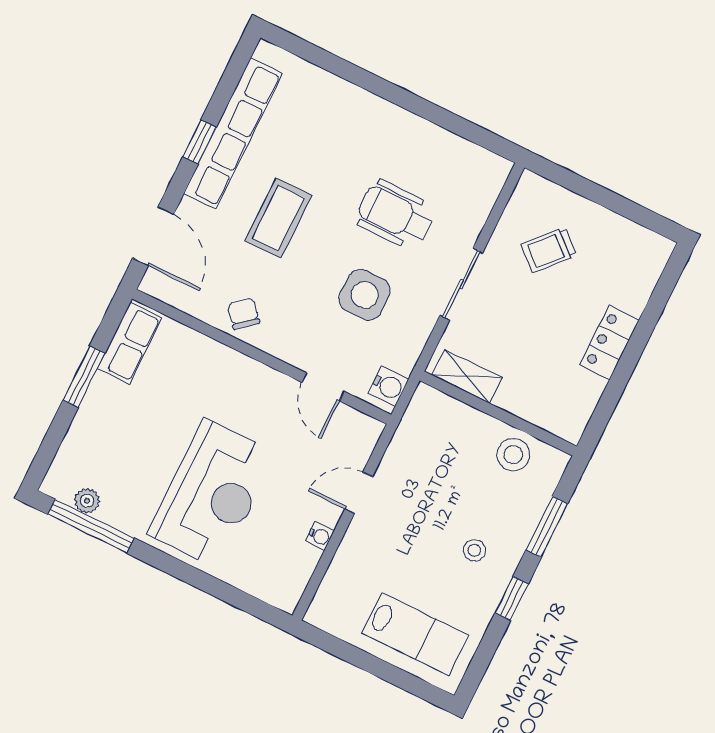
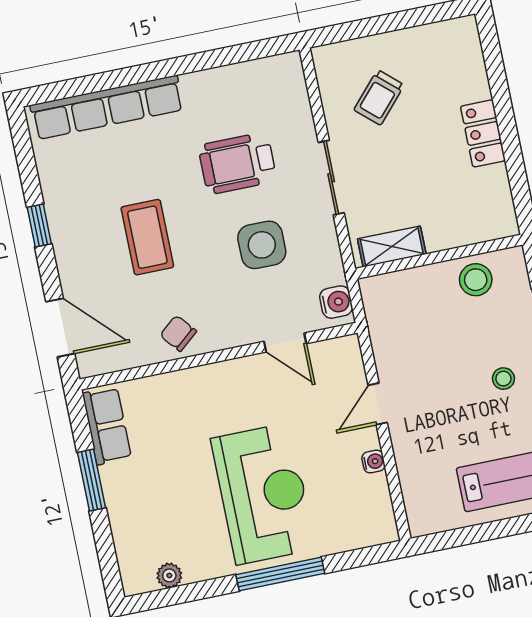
row of seats: (233, 133) -> (107, 107), moved, turned 90
window: (91, 526) -> (280, 574), moved

